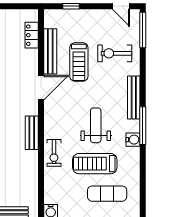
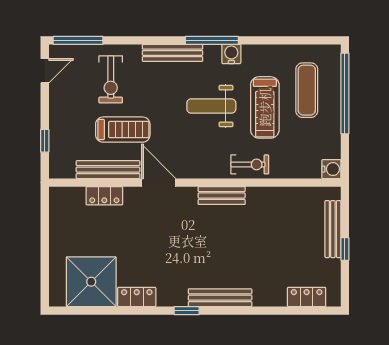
locker: (32, 35) -> (104, 196), moved

